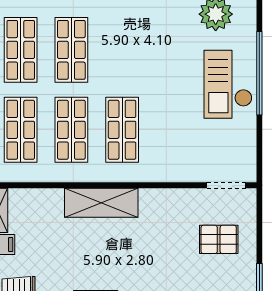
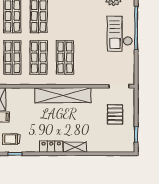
shelving: (101, 203) -> (63, 95), width x1.47
pallet: (219, 239) -> (115, 114), turned 90

